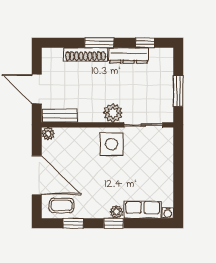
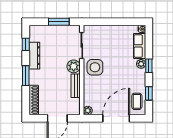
shoe rack: (86, 54) -> (34, 100), moved
bench: (60, 116) -> (76, 86), moved

